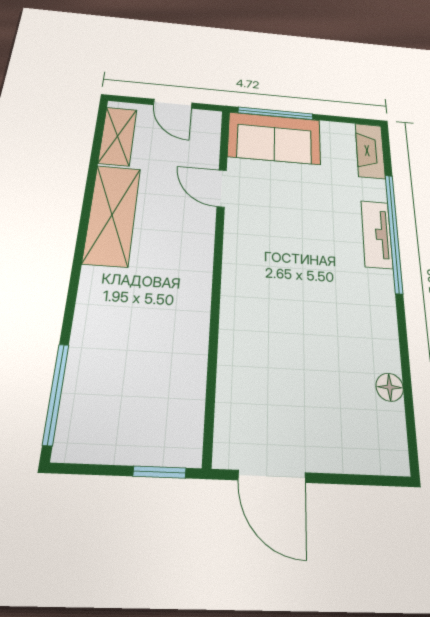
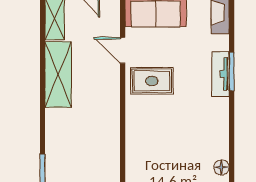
window: (394, 232) -> (232, 72), width x0.47
rug: (267, 236) -> (152, 81), added

